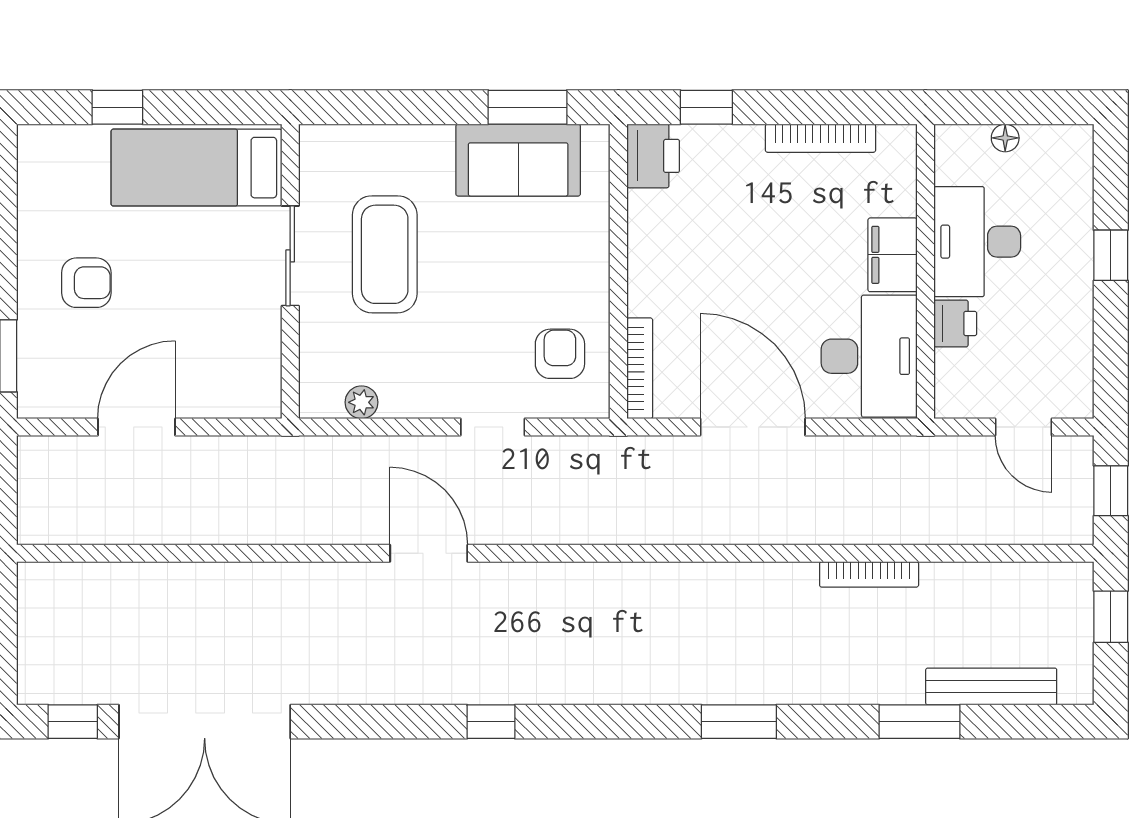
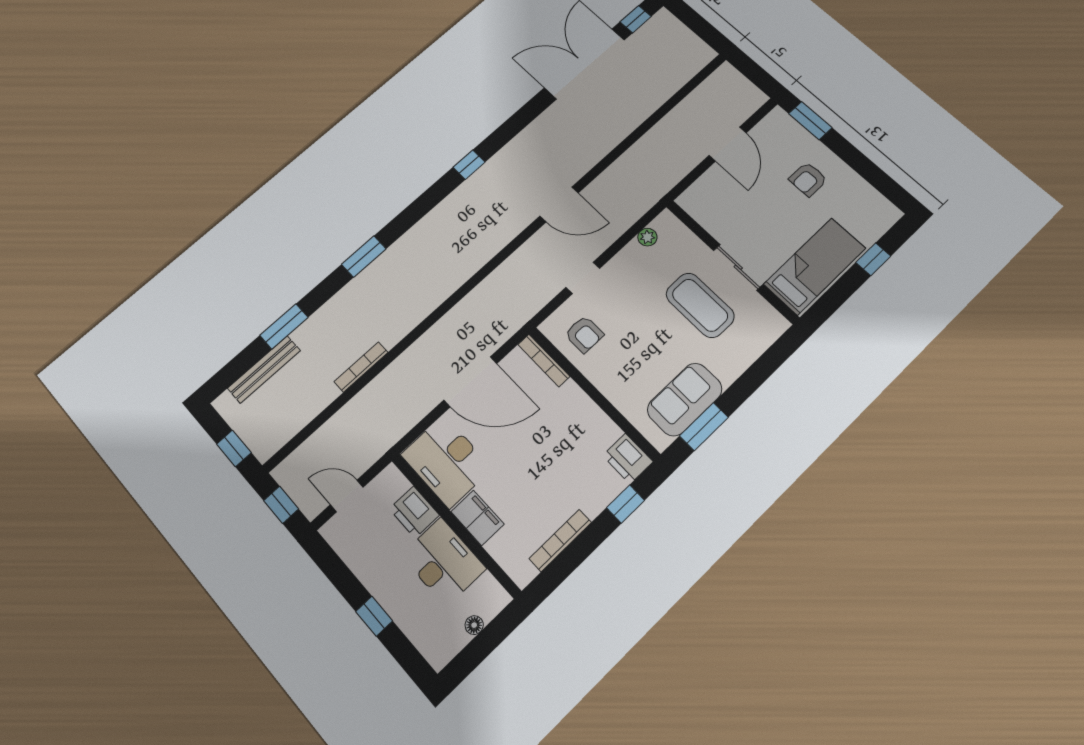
printer: (955, 323) -> (414, 512), width x1.36, depth x1.24

